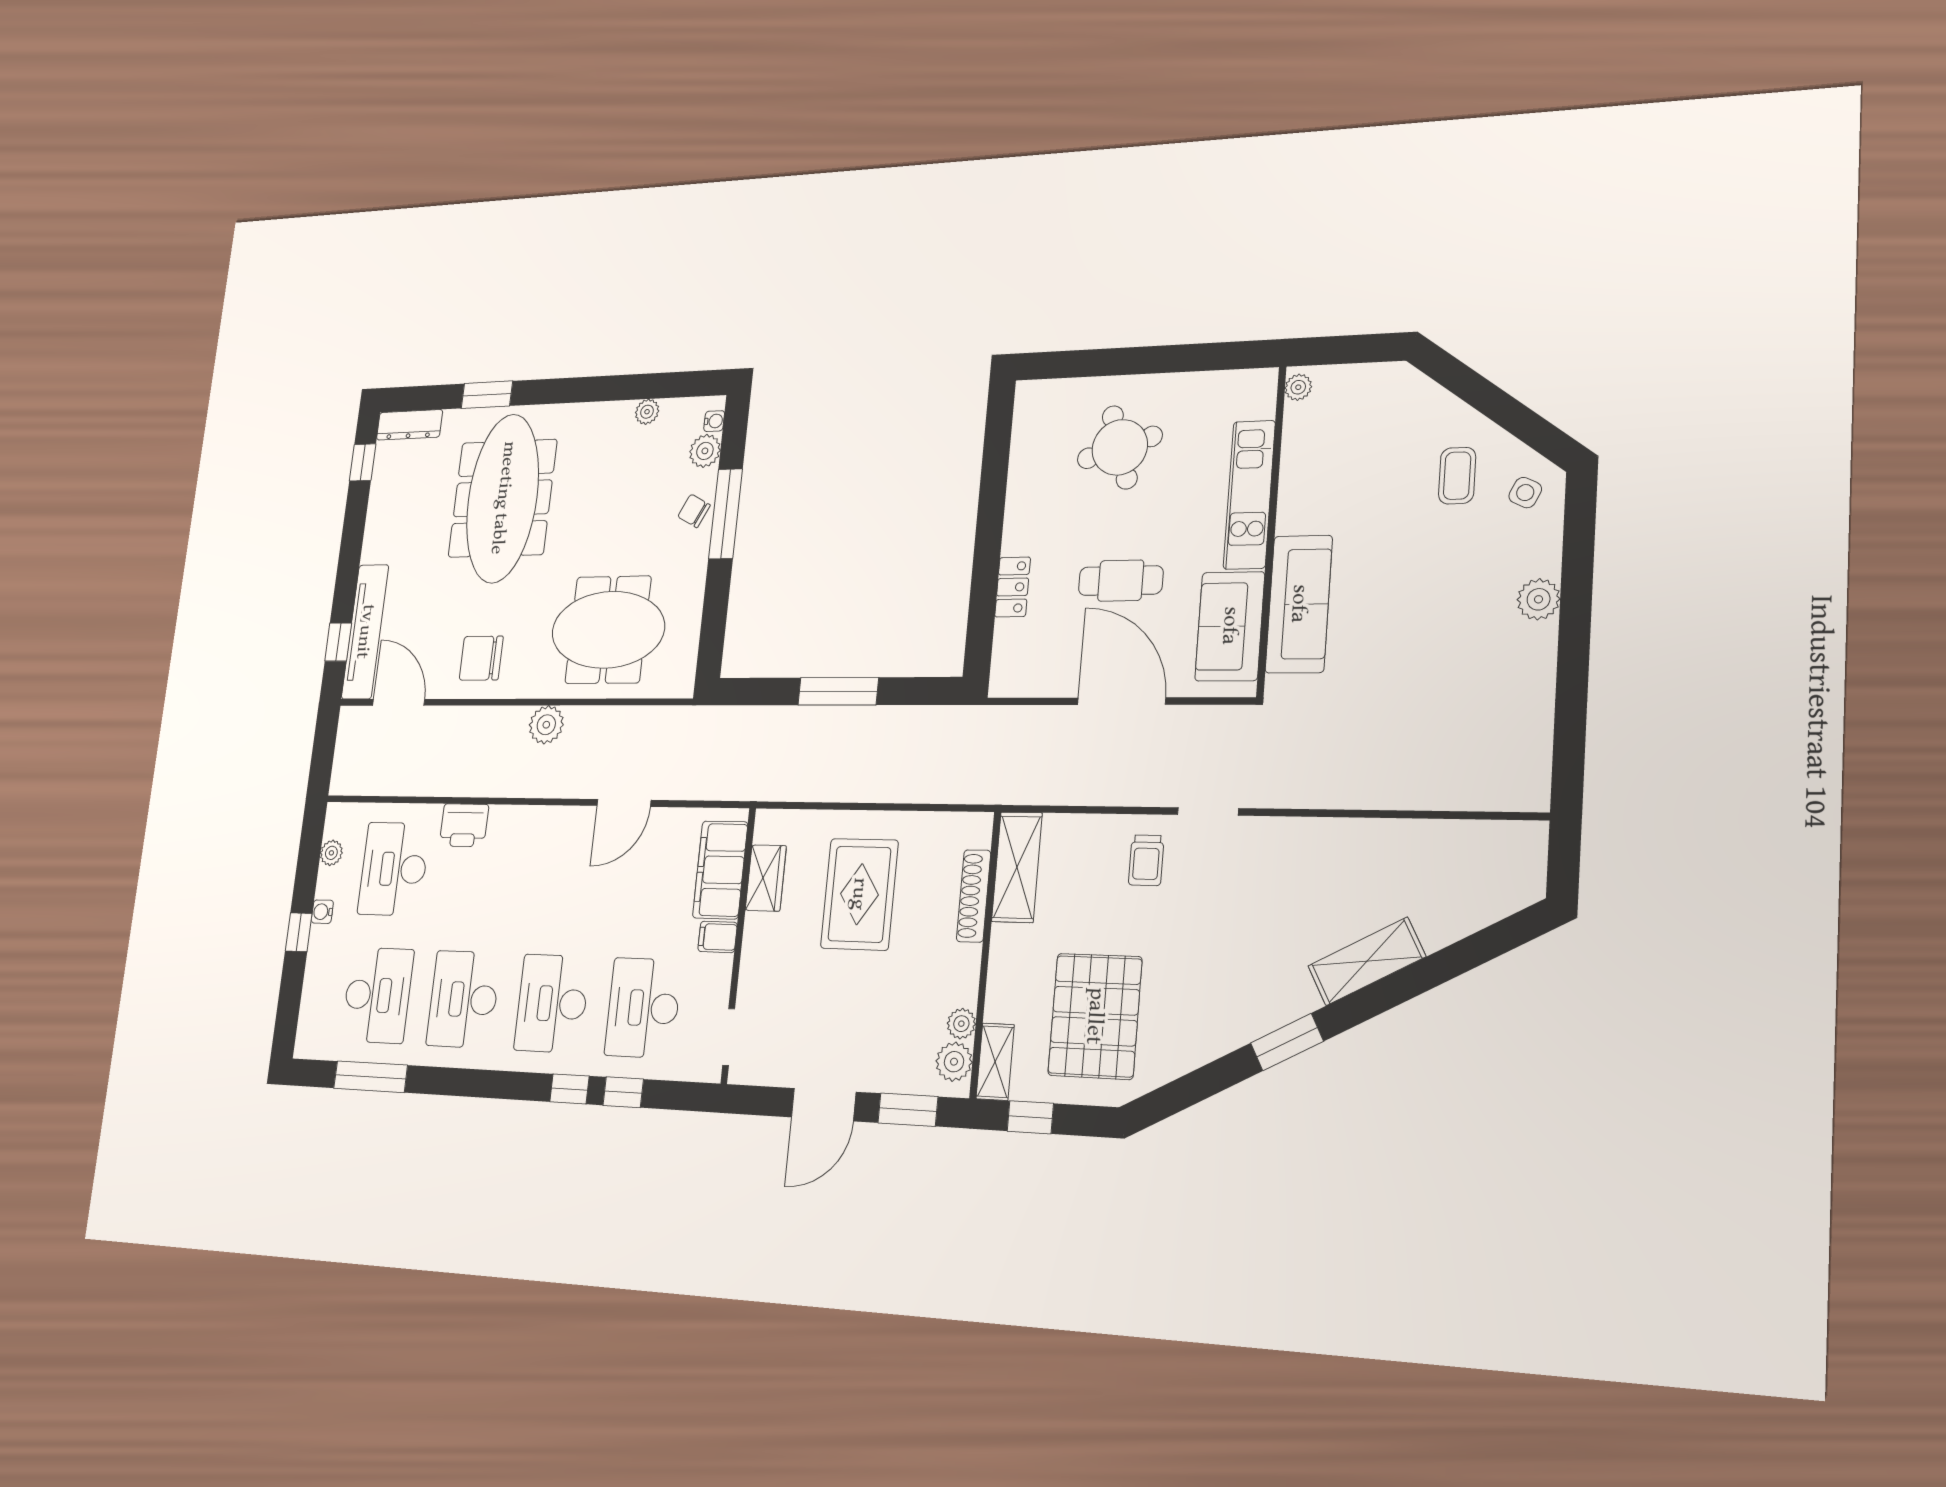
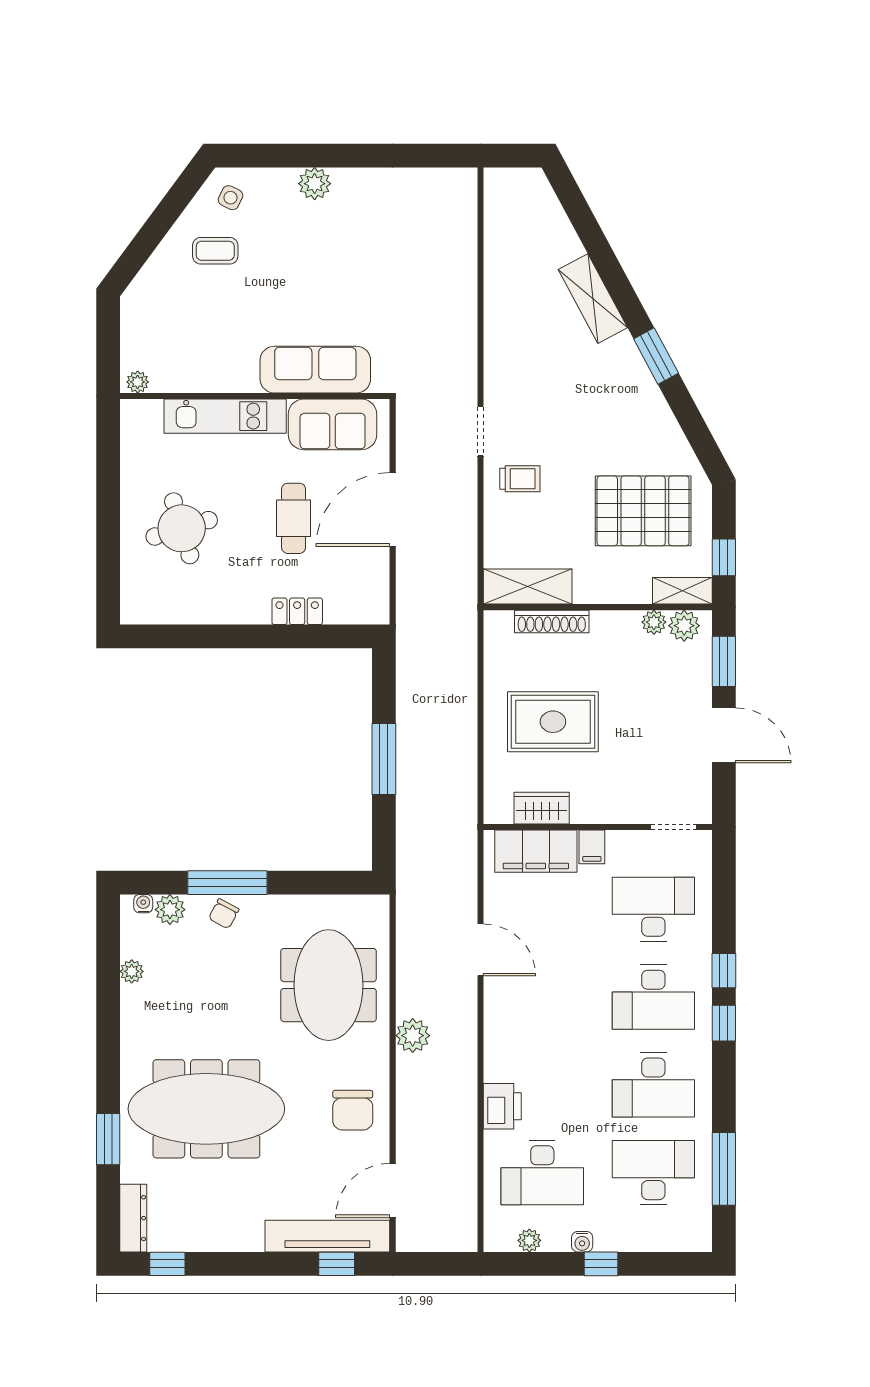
desk: (643, 1008) -> (653, 909), turned 180
window: (623, 1092) -> (724, 1023), moved

